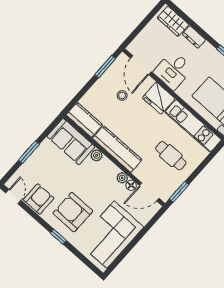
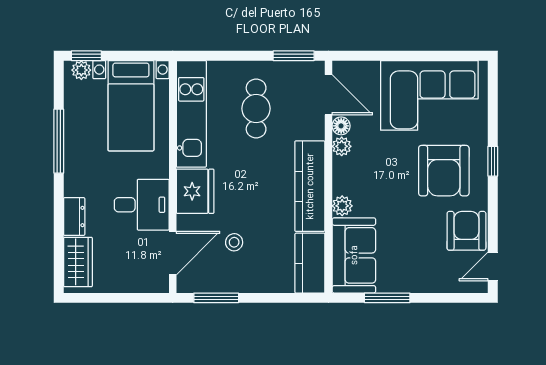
window: (29, 152) -> (387, 298), moved
armchair: (39, 199) -> (466, 231), turned 90

